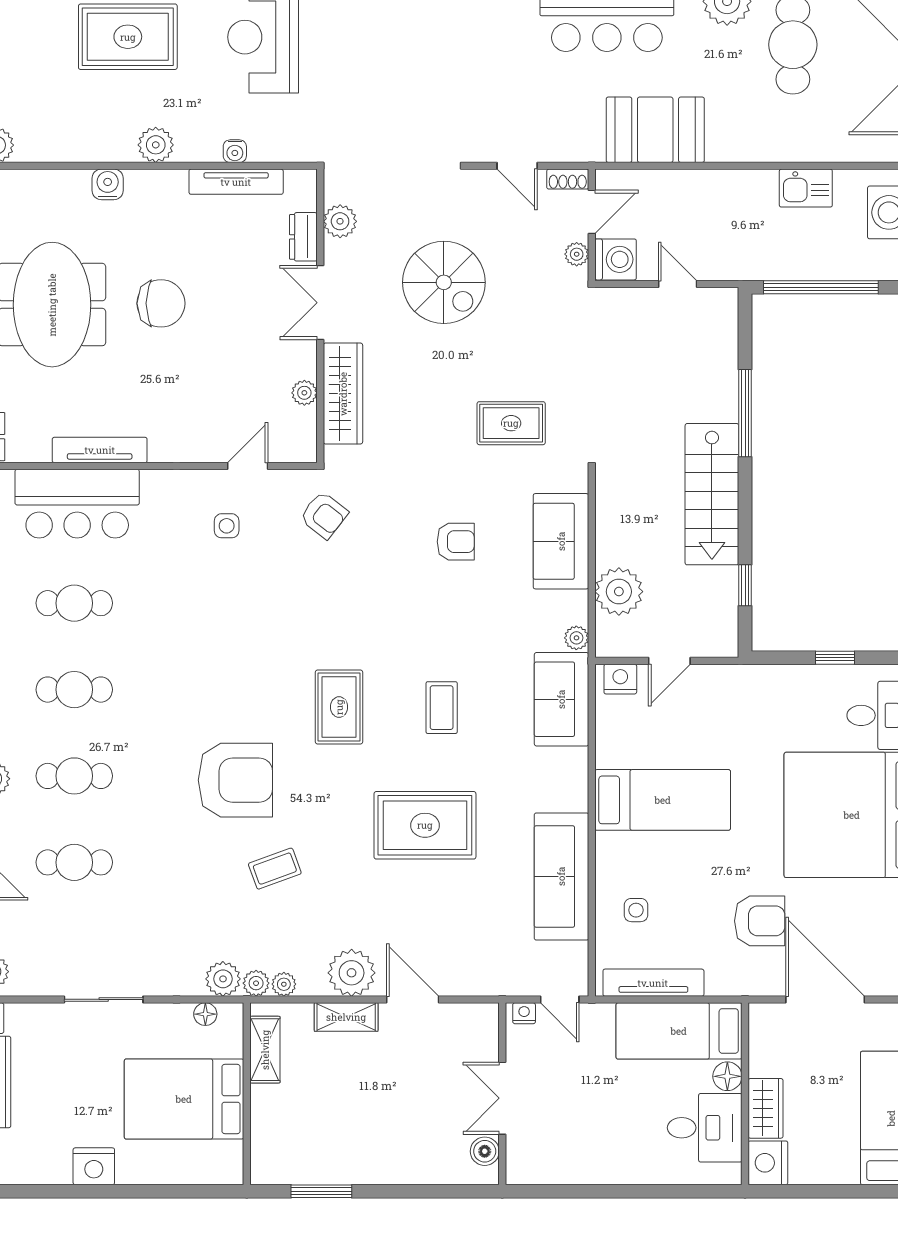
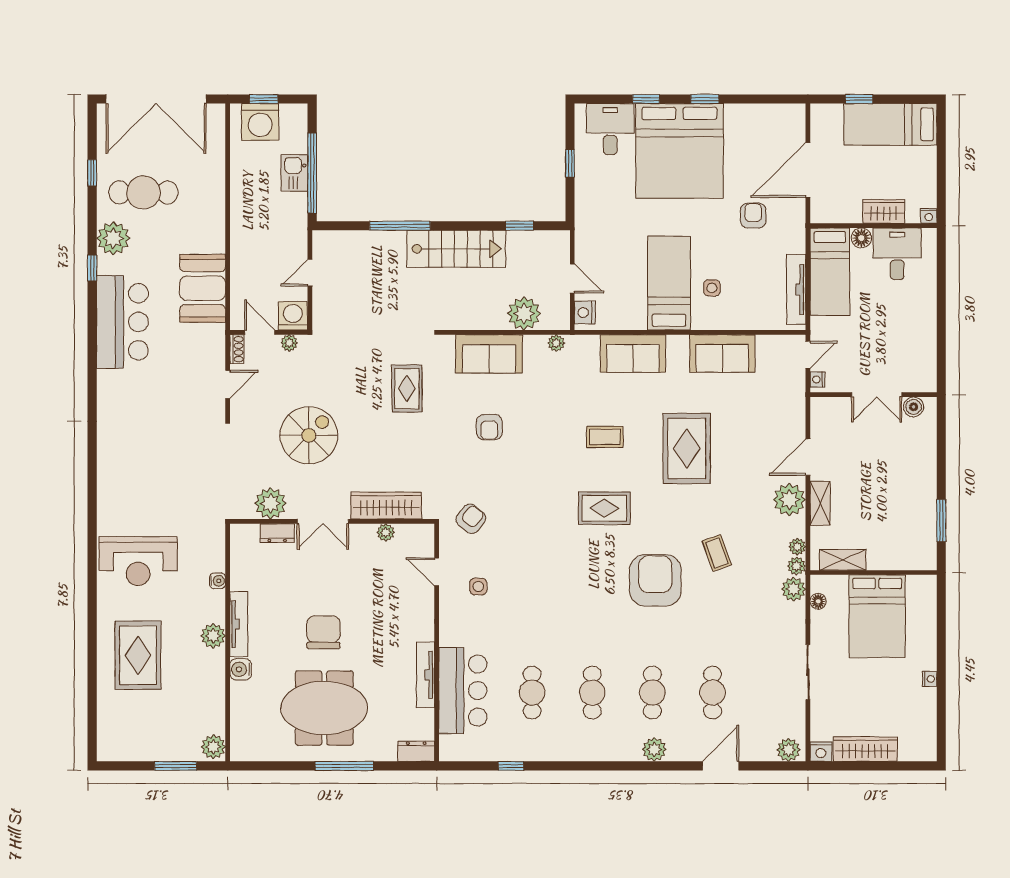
tv unit: (236, 182) -> (239, 624), moved
kitchen sink: (806, 188) -> (294, 173), moved, turned 180
plant: (340, 221) -> (271, 503), width x1.36, depth x1.36
armchair: (456, 542) -> (489, 427), turned 180
sofa: (561, 699) -> (633, 353), moved
sofa: (561, 876) -> (722, 353), width x0.73
side table: (636, 910) -> (712, 288), moved
armchair: (760, 921) -> (753, 216), width x0.72, depth x0.72
nightstand: (768, 1163) -> (929, 216), width x0.53, depth x0.56
nightstand: (94, 1166) -> (930, 679), width x0.53, depth x0.56

